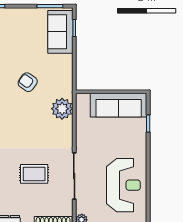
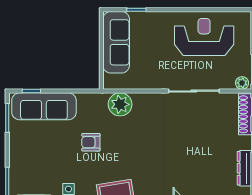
sofa: (60, 32) -> (44, 106), width x1.36
armchair: (28, 82) -> (91, 142), turned 54
rug: (34, 174) -> (192, 135), removed

